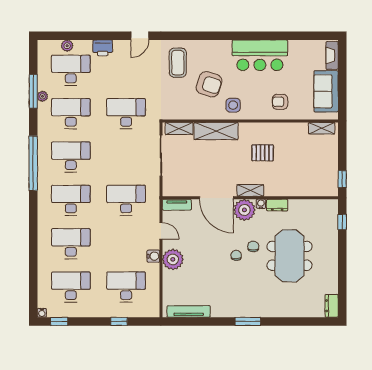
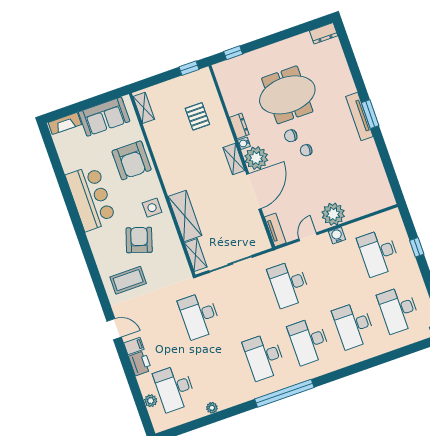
filing cabinet: (119, 48) -> (134, 346), added
window: (33, 91) -> (210, 419), removed
armchair: (280, 102) -> (132, 160), width x1.88, depth x1.88
desk: (71, 114) -> (219, 372), removed
pallet: (263, 153) -> (197, 116), moved
tv unit: (189, 311) -> (359, 116), moved

